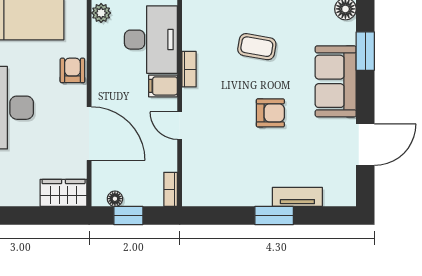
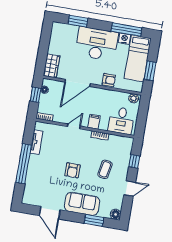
desk: (151, 40) -> (121, 121), width x0.73
tv unit: (297, 197) -> (36, 142), moved
window: (274, 215) -> (24, 164), width x2.11

